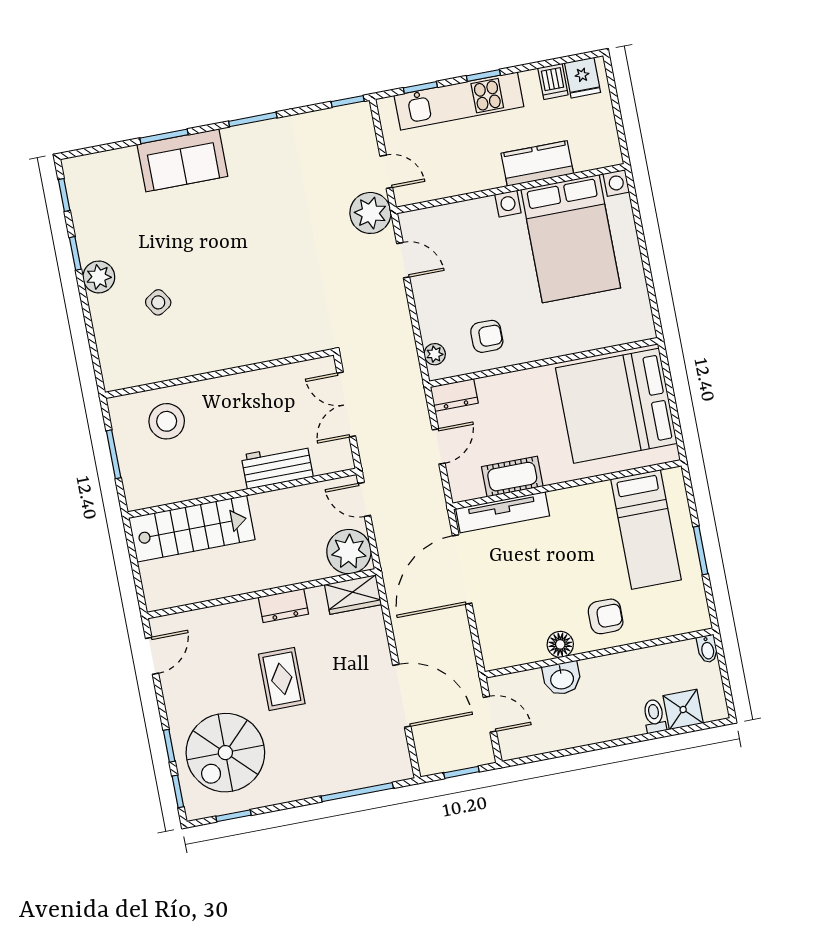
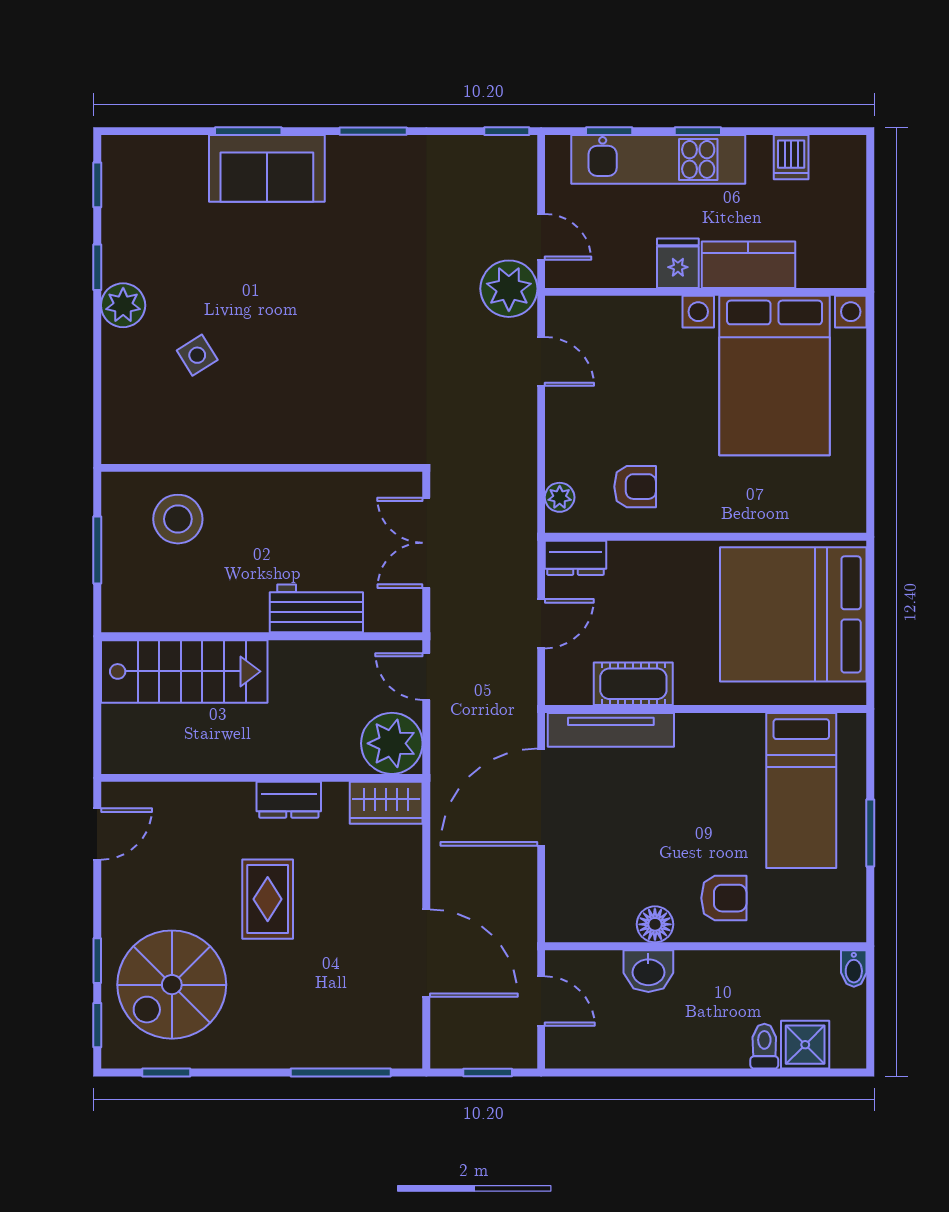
fridge: (583, 78) -> (678, 263), moved, turned 180

